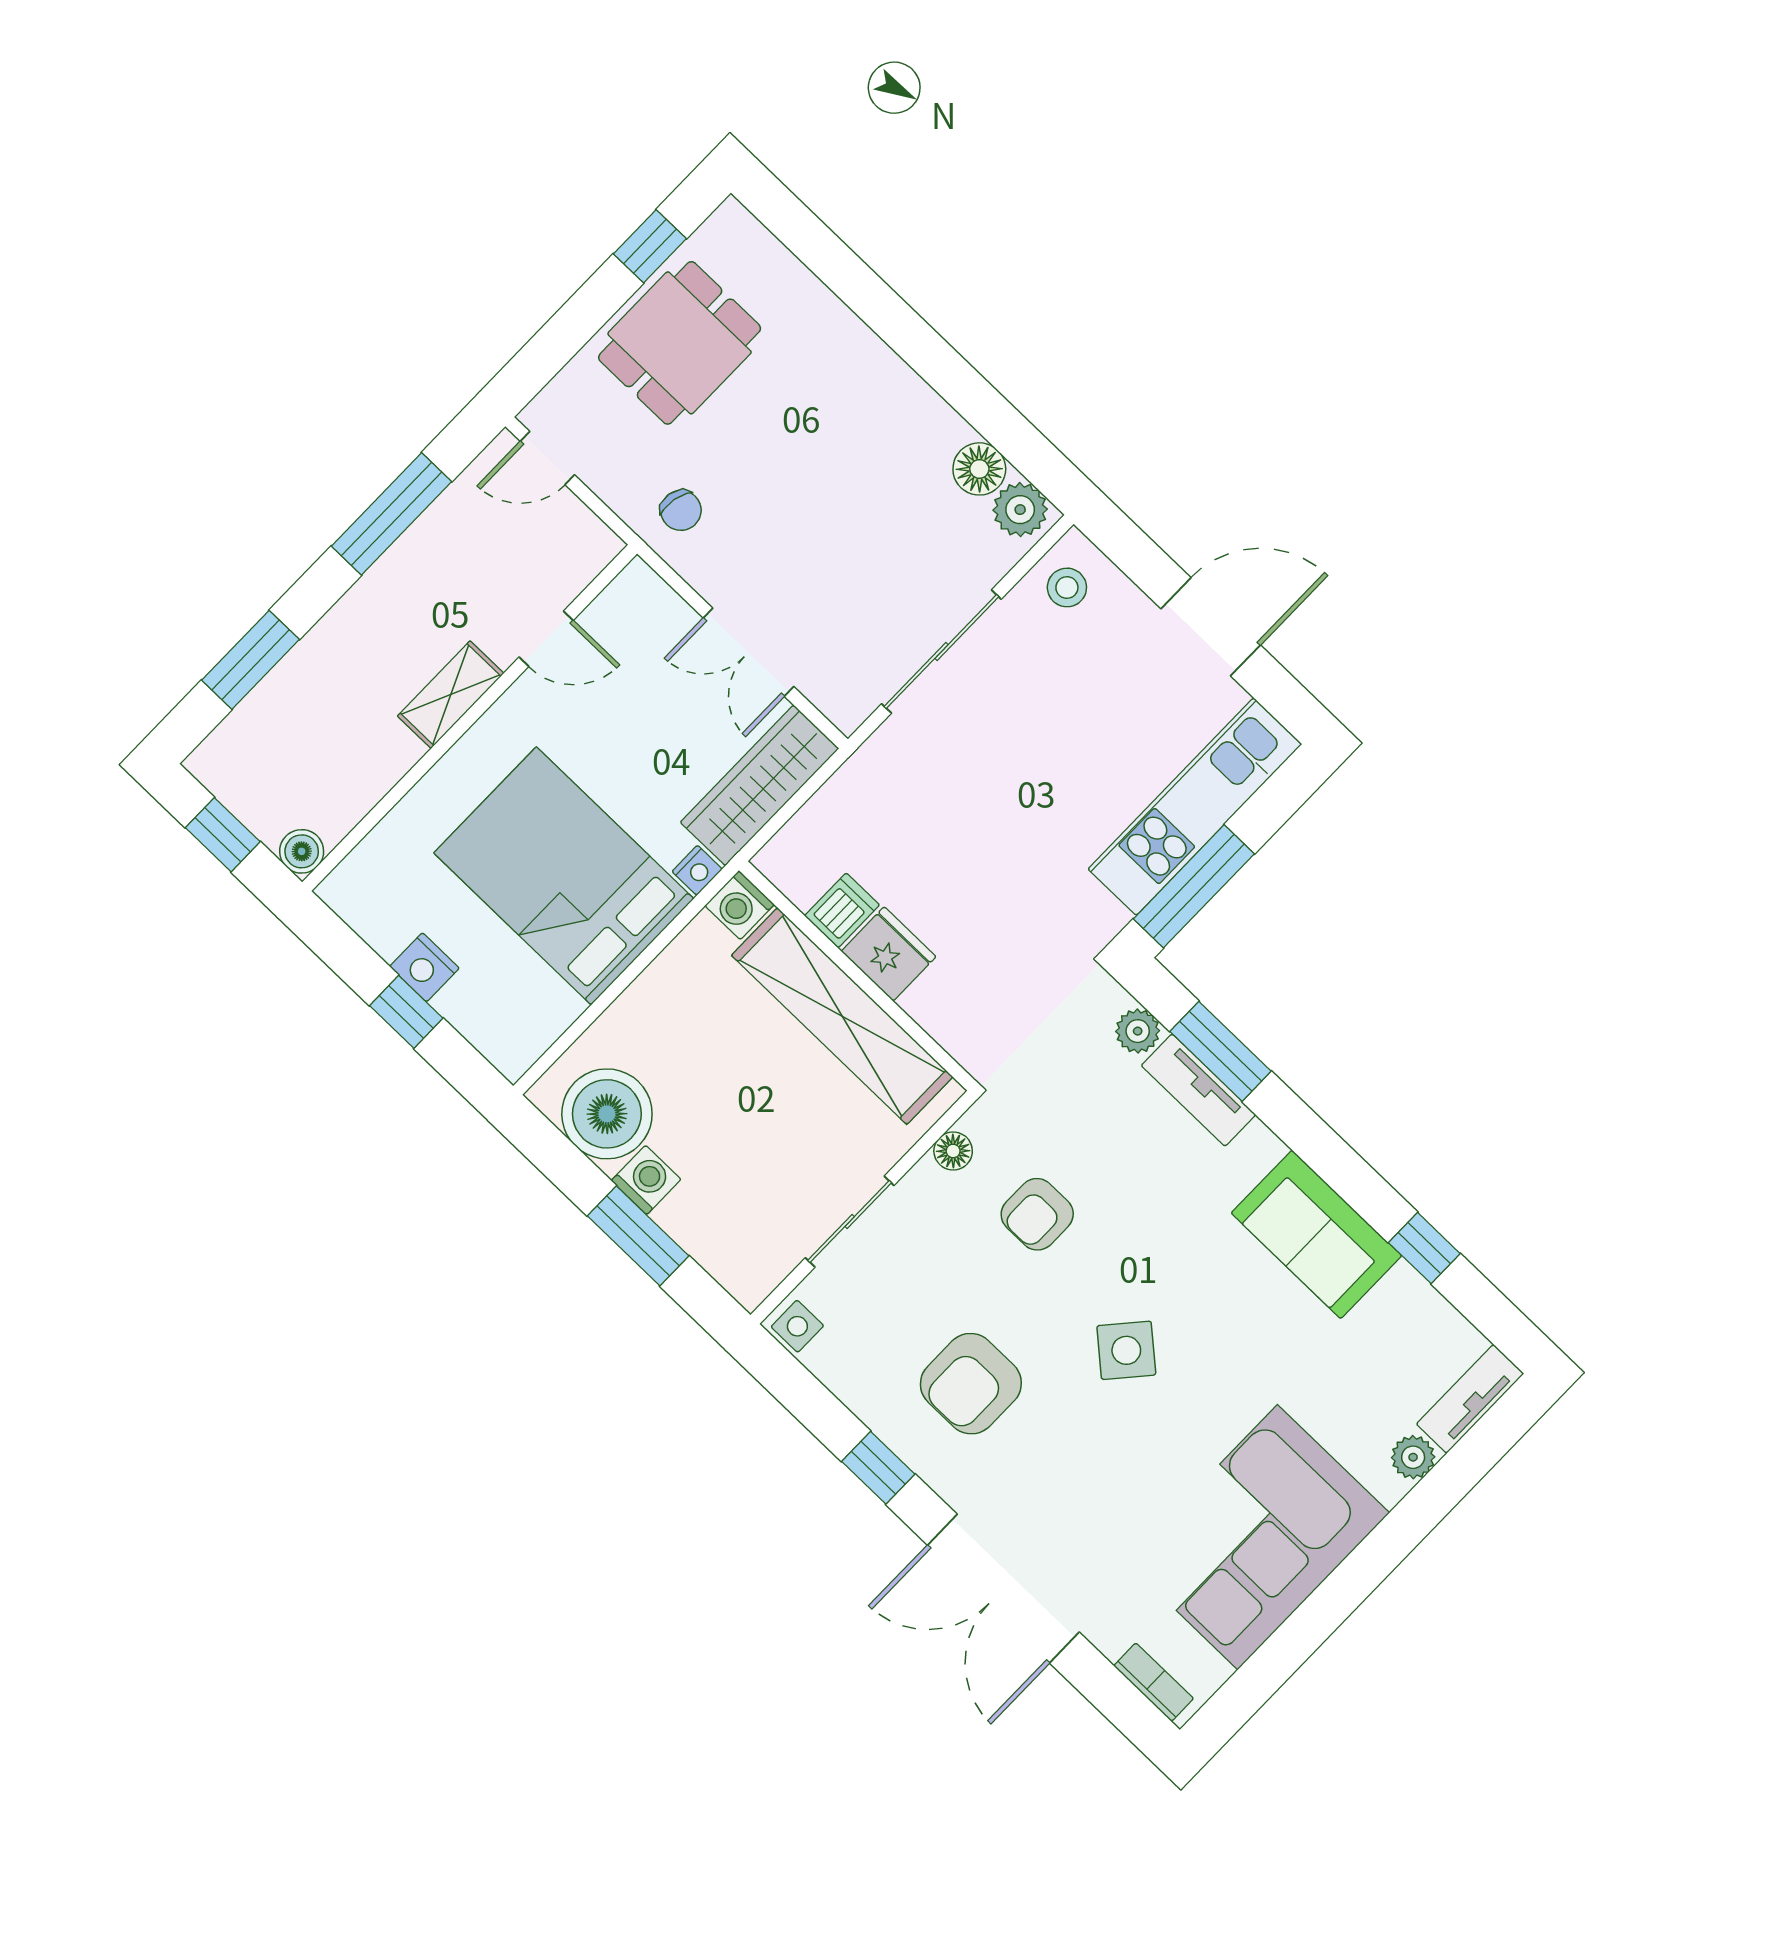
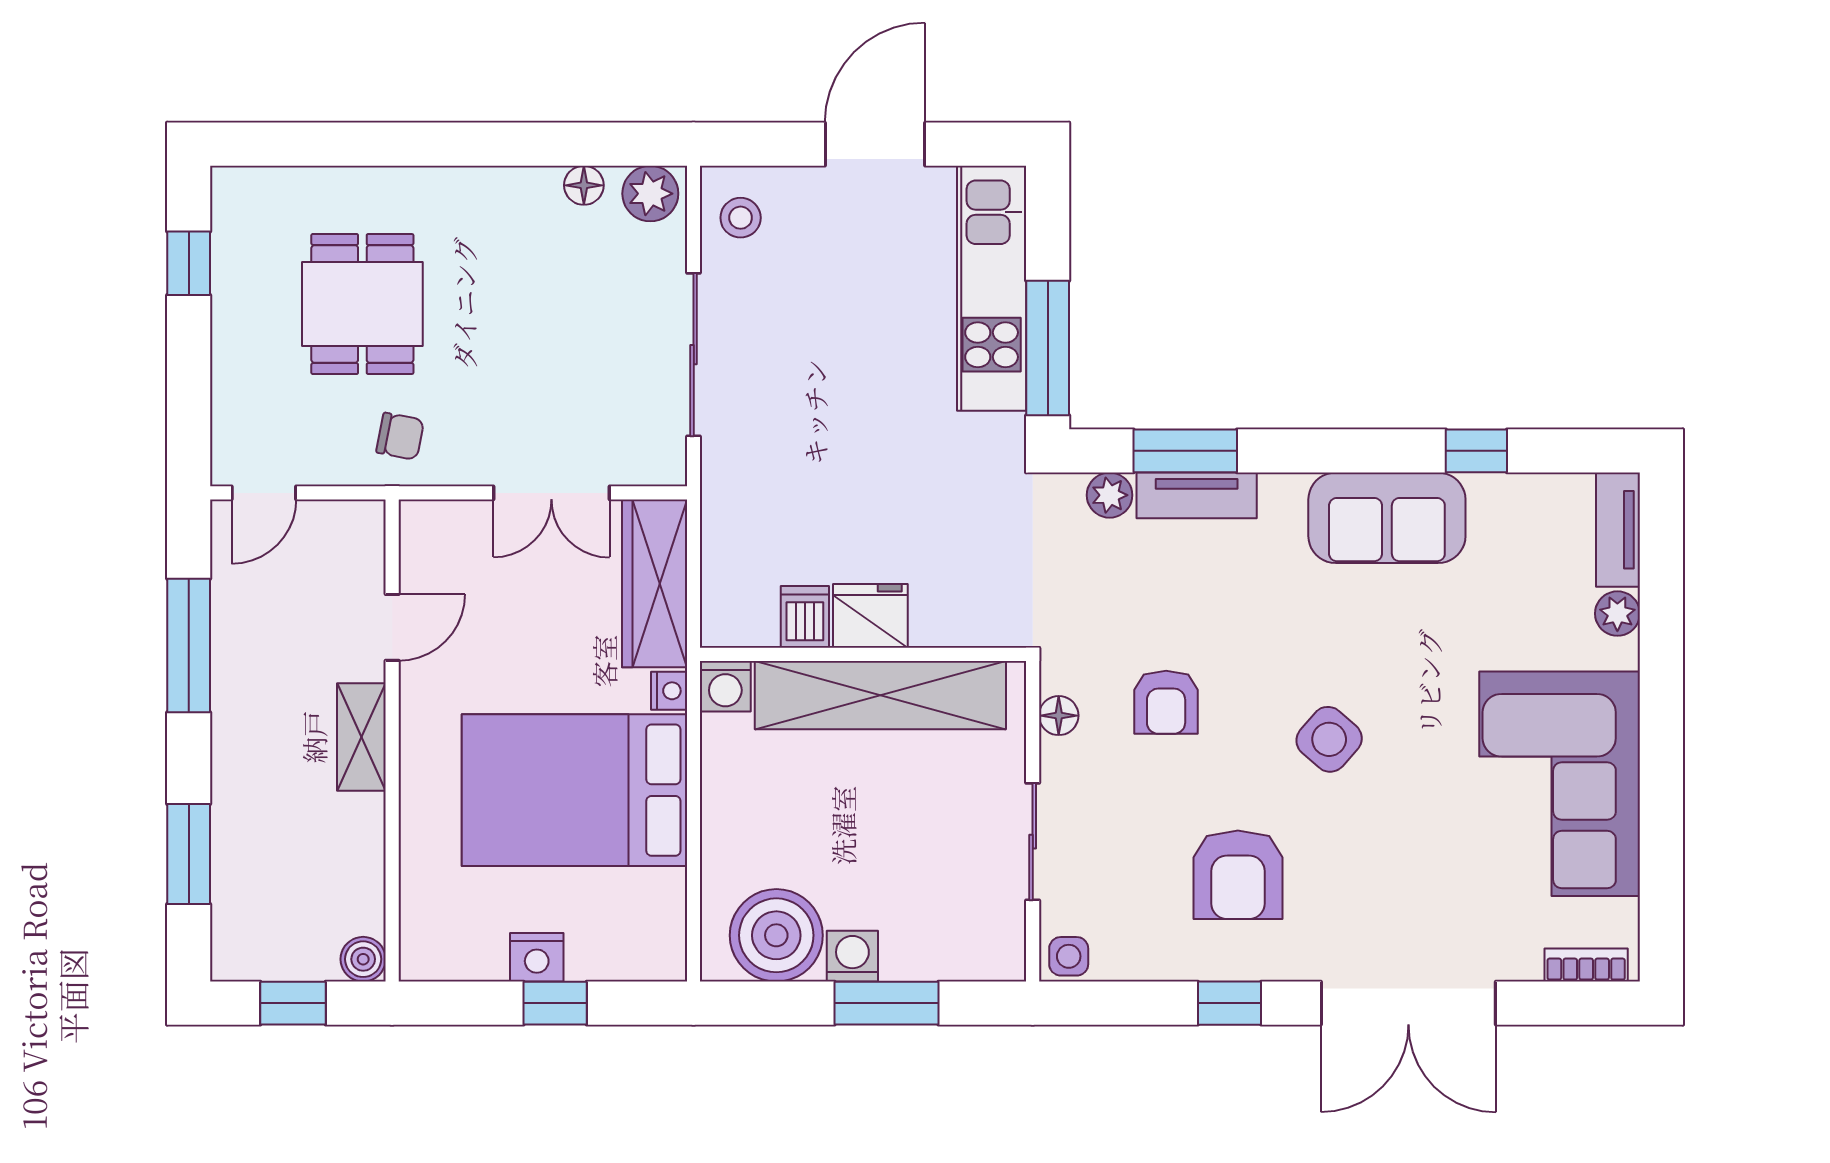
dining table: (680, 343) -> (362, 304), moved
floor lamp: (979, 469) -> (584, 185), width x0.73, depth x0.73

